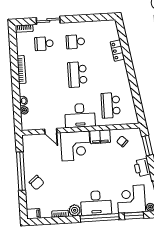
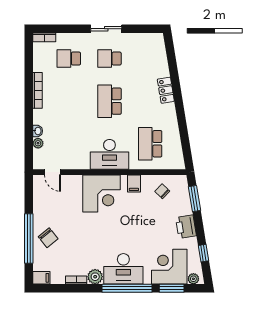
sliding door: (48, 20) -> (106, 29), moved
locker: (117, 51) -> (166, 90), moved
door: (51, 131) -> (53, 172), moved
filing cabinet: (100, 137) -> (134, 183), width x0.50
window: (21, 171) -> (29, 239), moved

